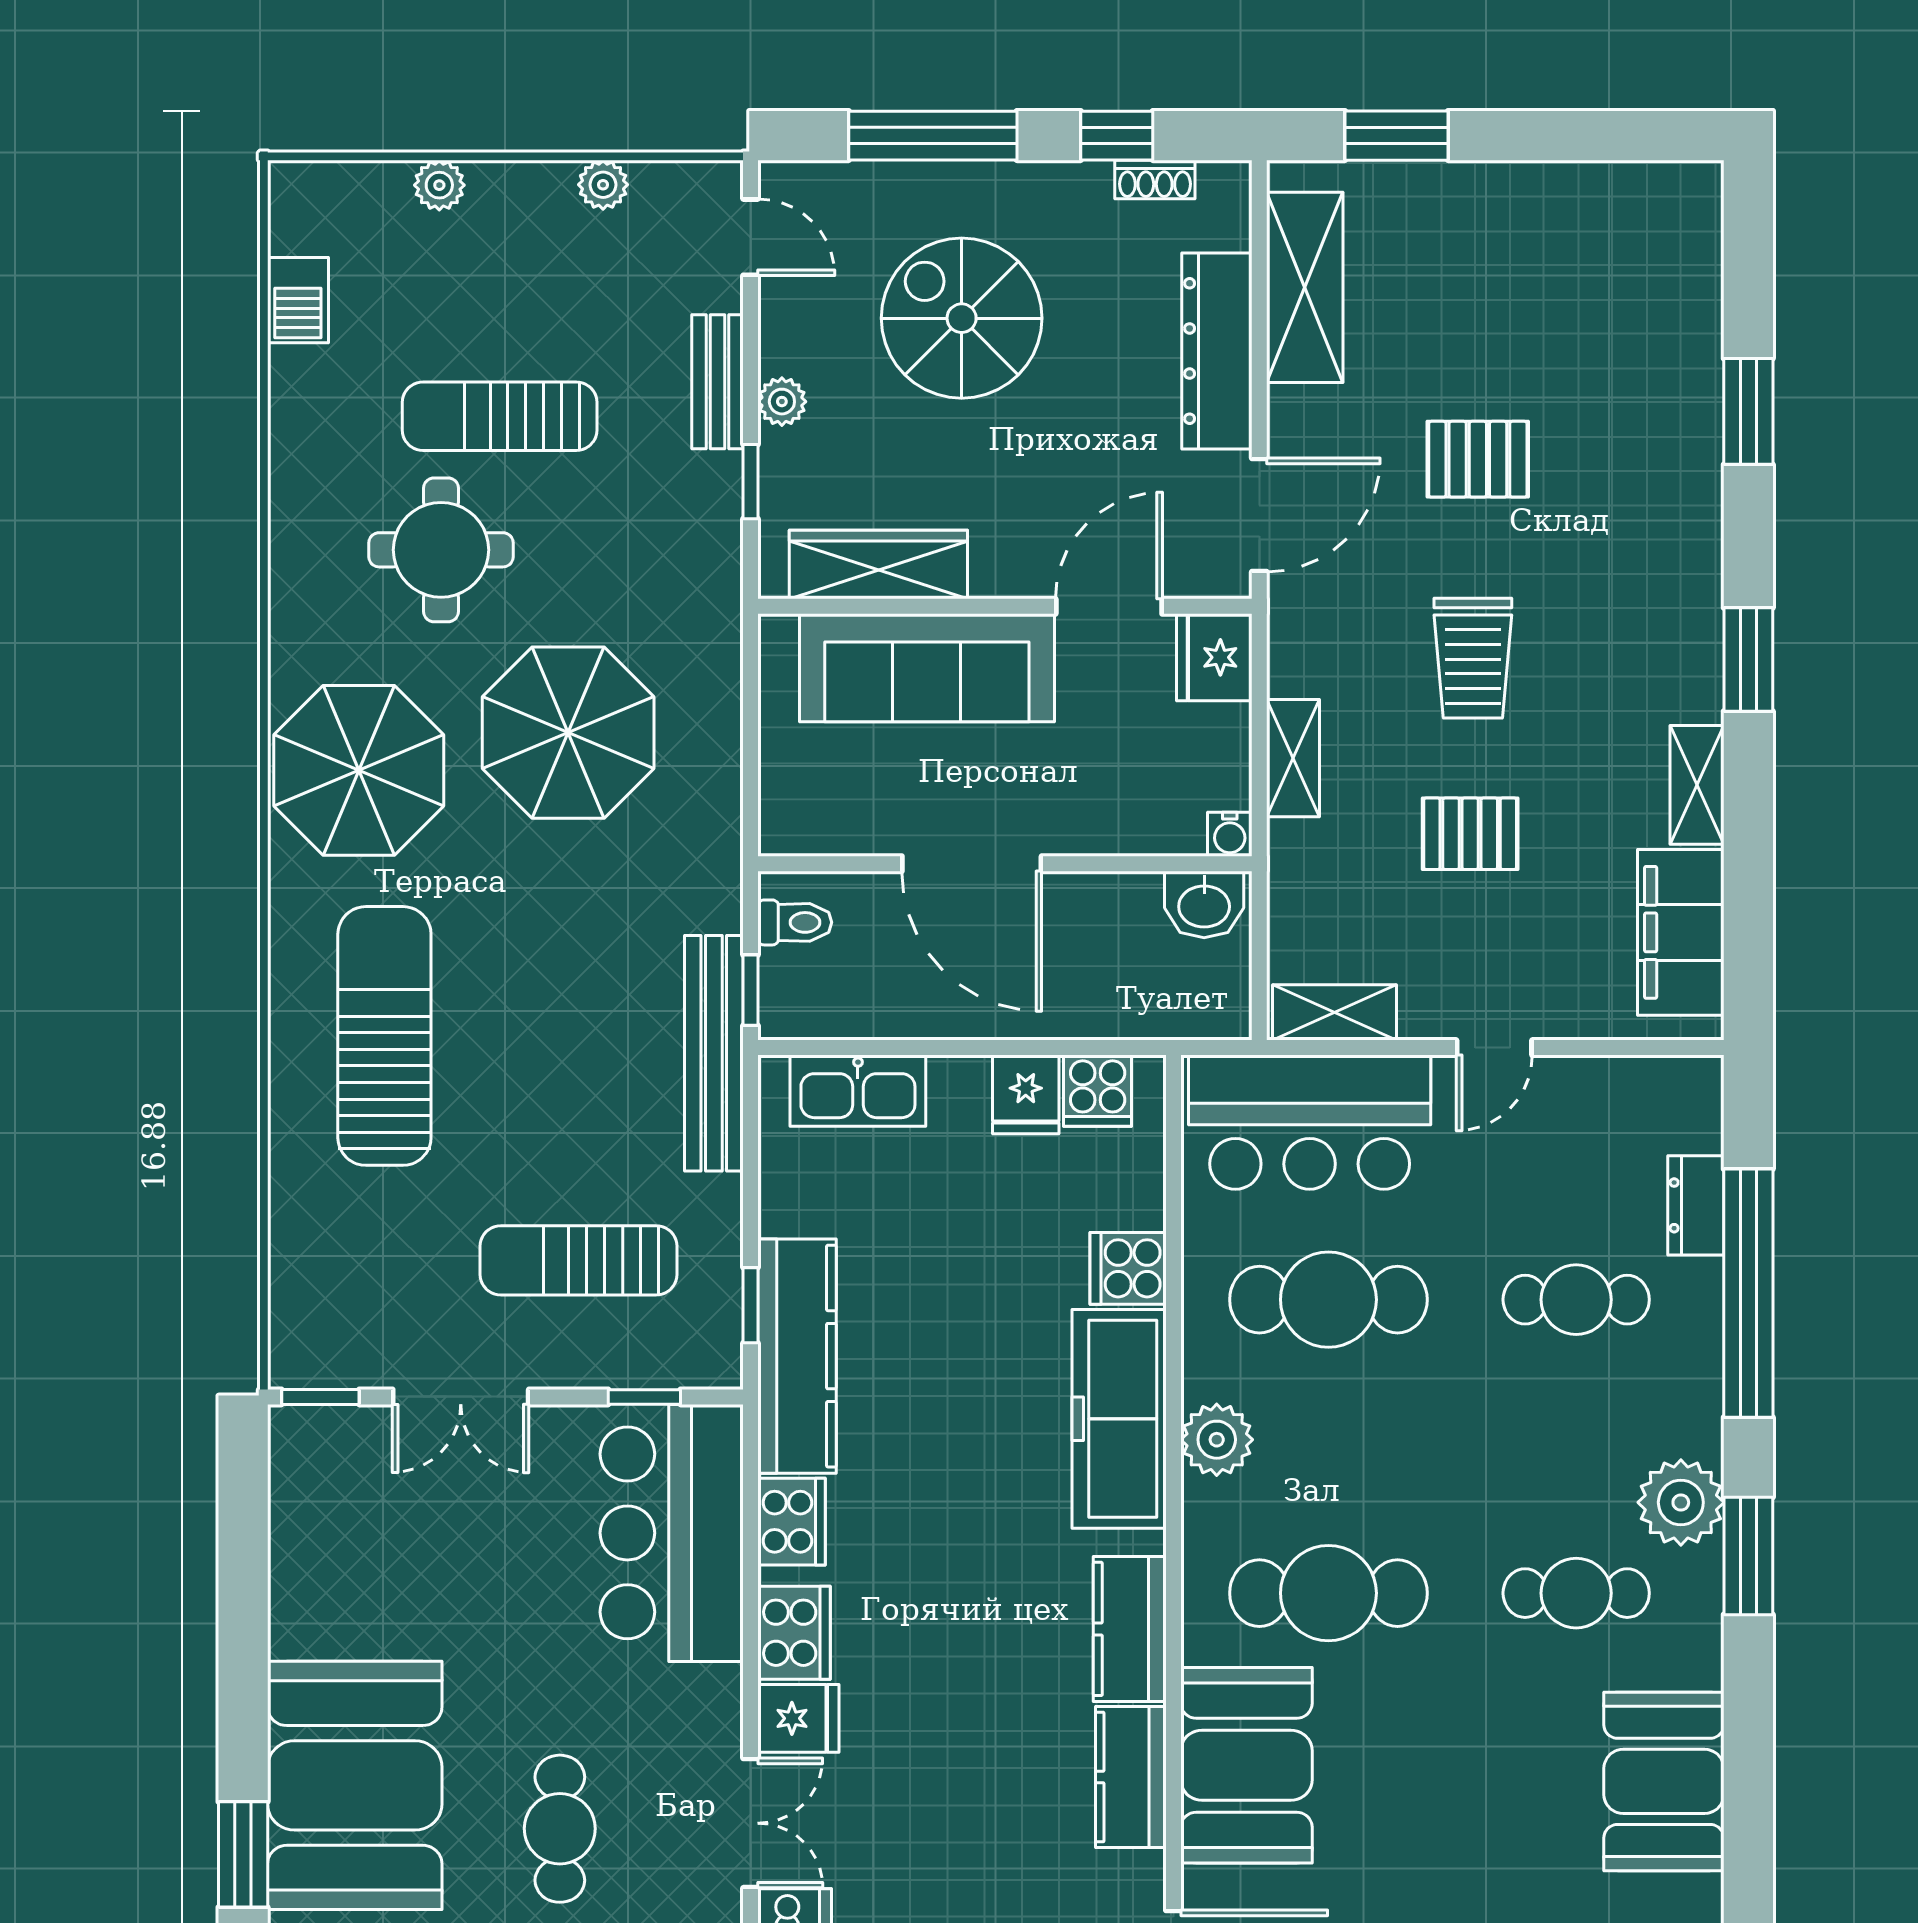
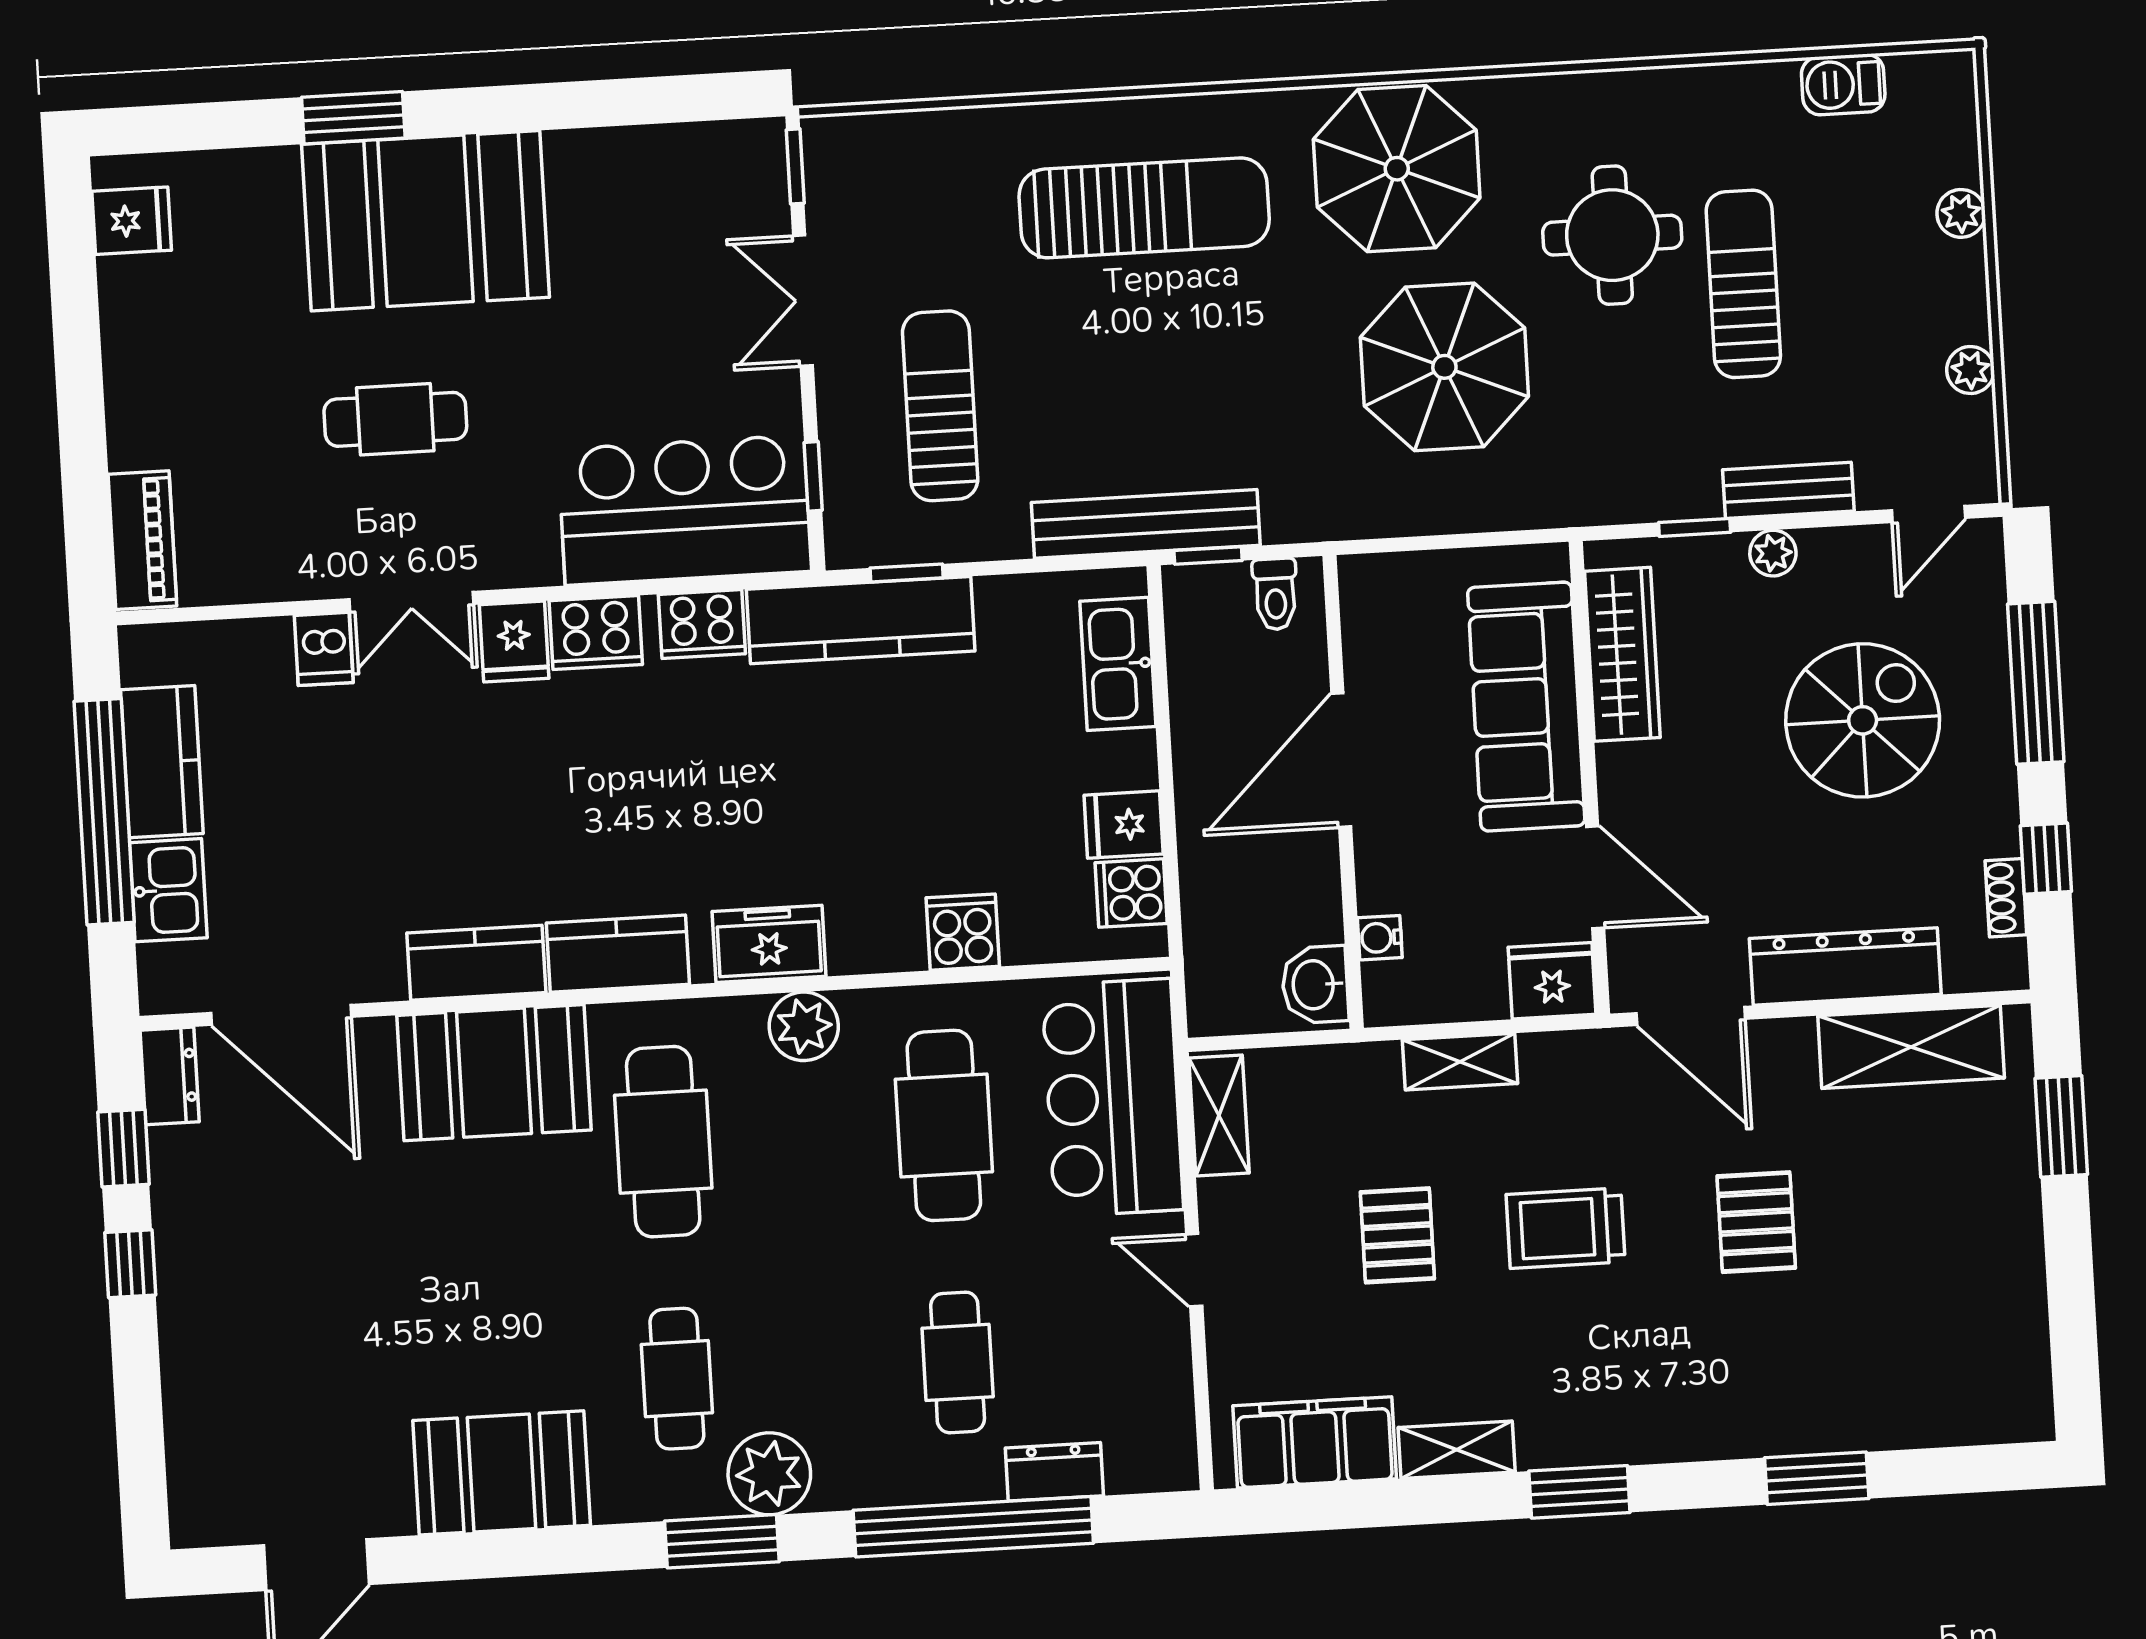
water cooler: (1230, 834) -> (1380, 938), moved
freezer: (1119, 1419) -> (769, 944), width x0.52, depth x0.79

